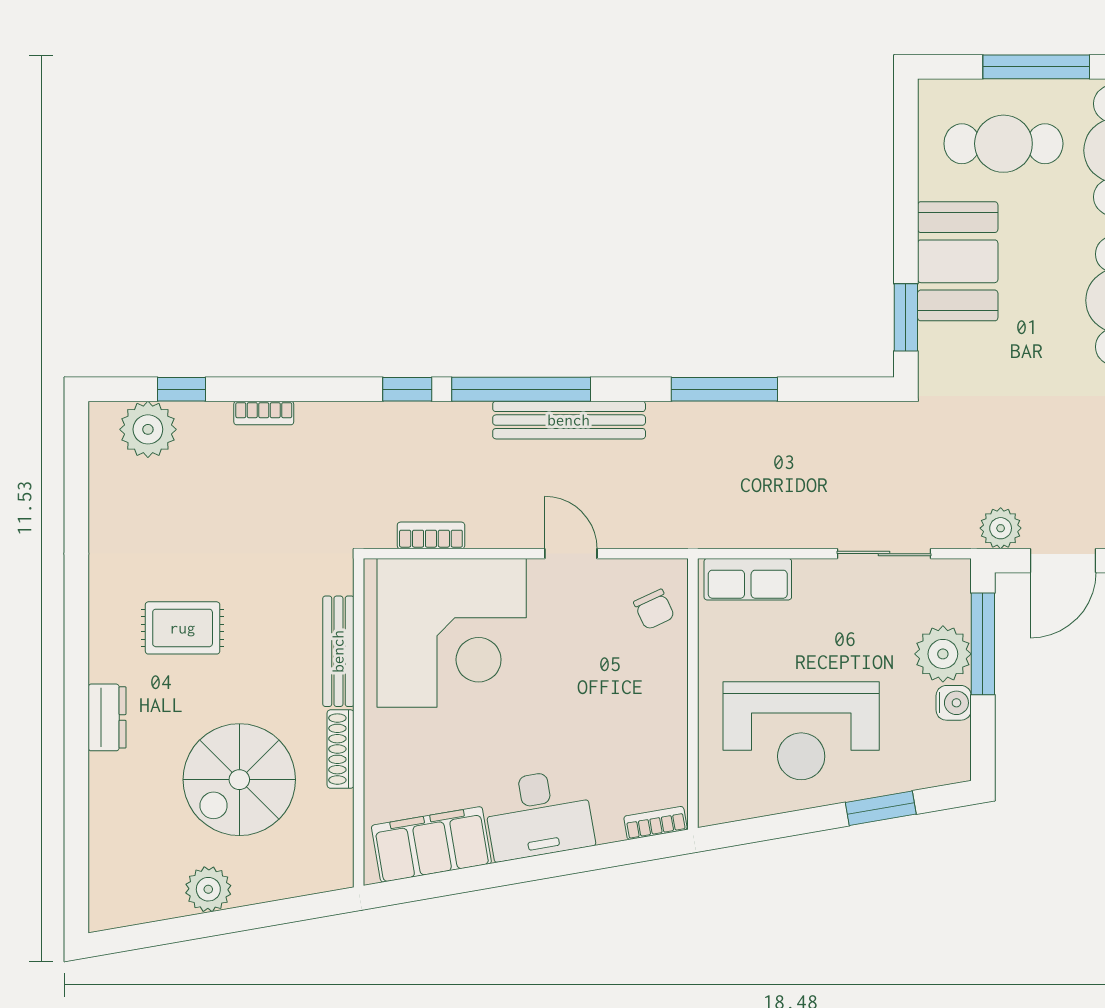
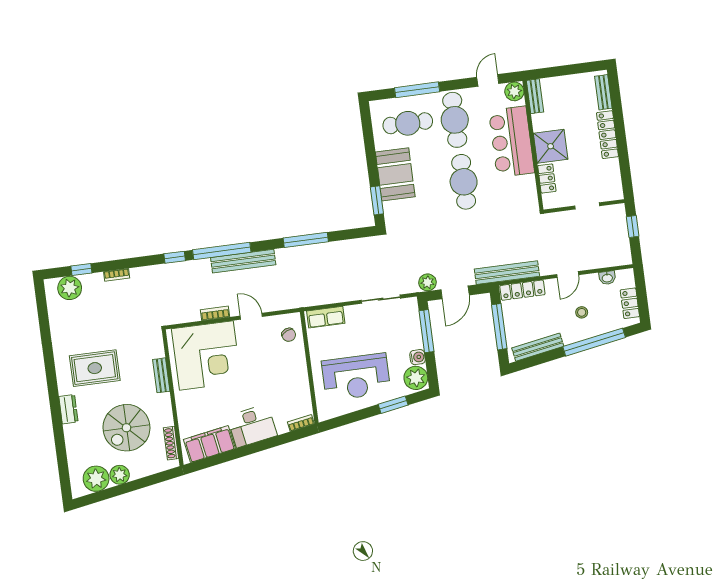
bookcase: (431, 535) -> (215, 313), moved
rug: (183, 628) -> (95, 368), width x1.36, depth x1.43
bench: (338, 651) -> (161, 375), width x0.73
plant: (943, 654) -> (416, 378), moved
shoe rack: (341, 749) -> (171, 443), moved
plant: (151, 891) -> (96, 479), added

